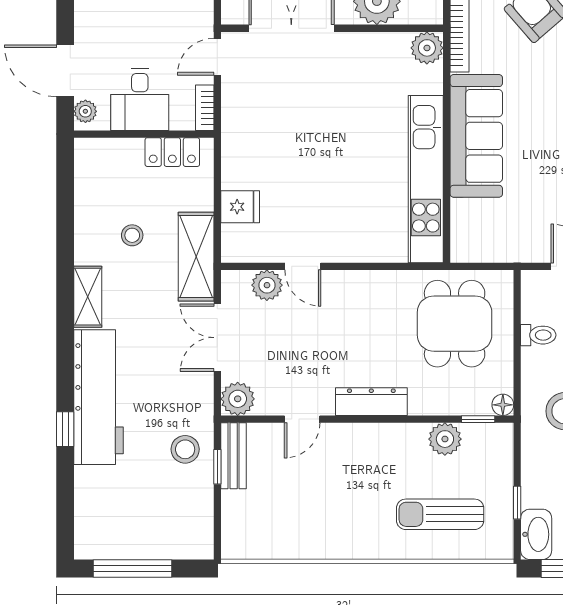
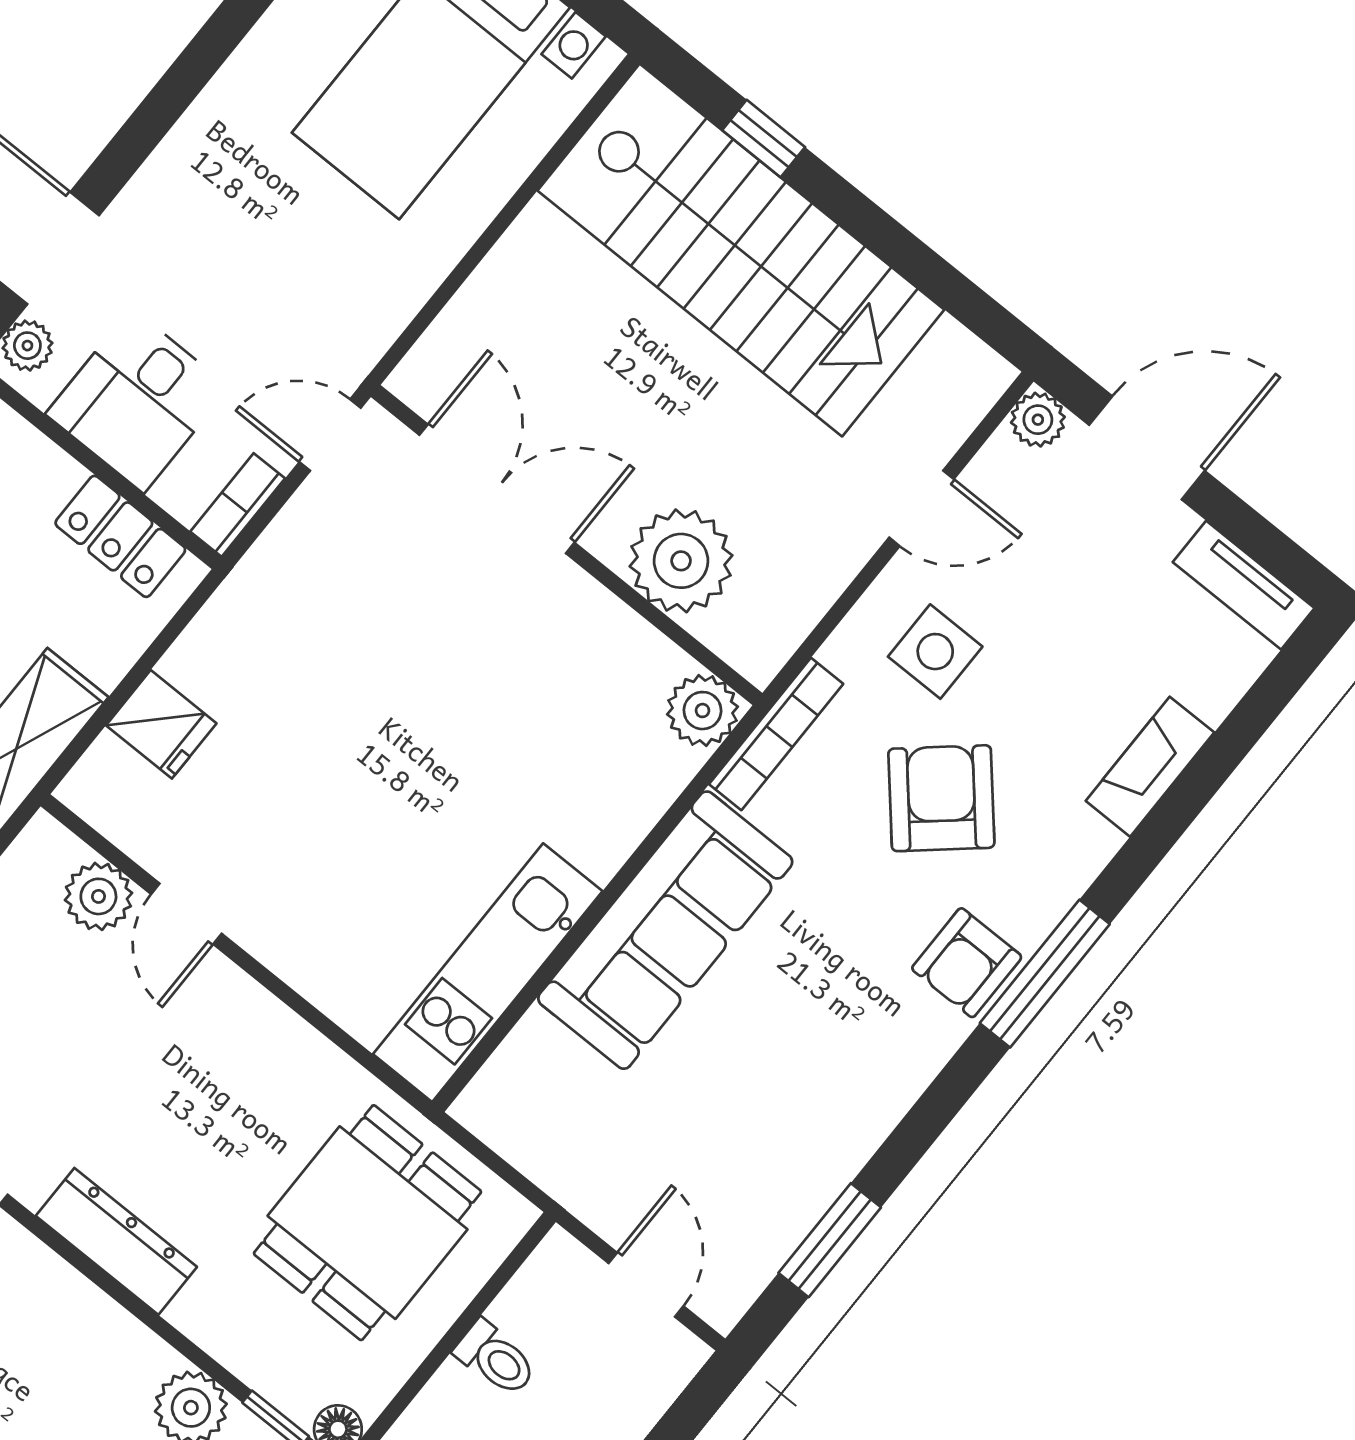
kitchen unit: (426, 179) -> (488, 973), width x0.73

